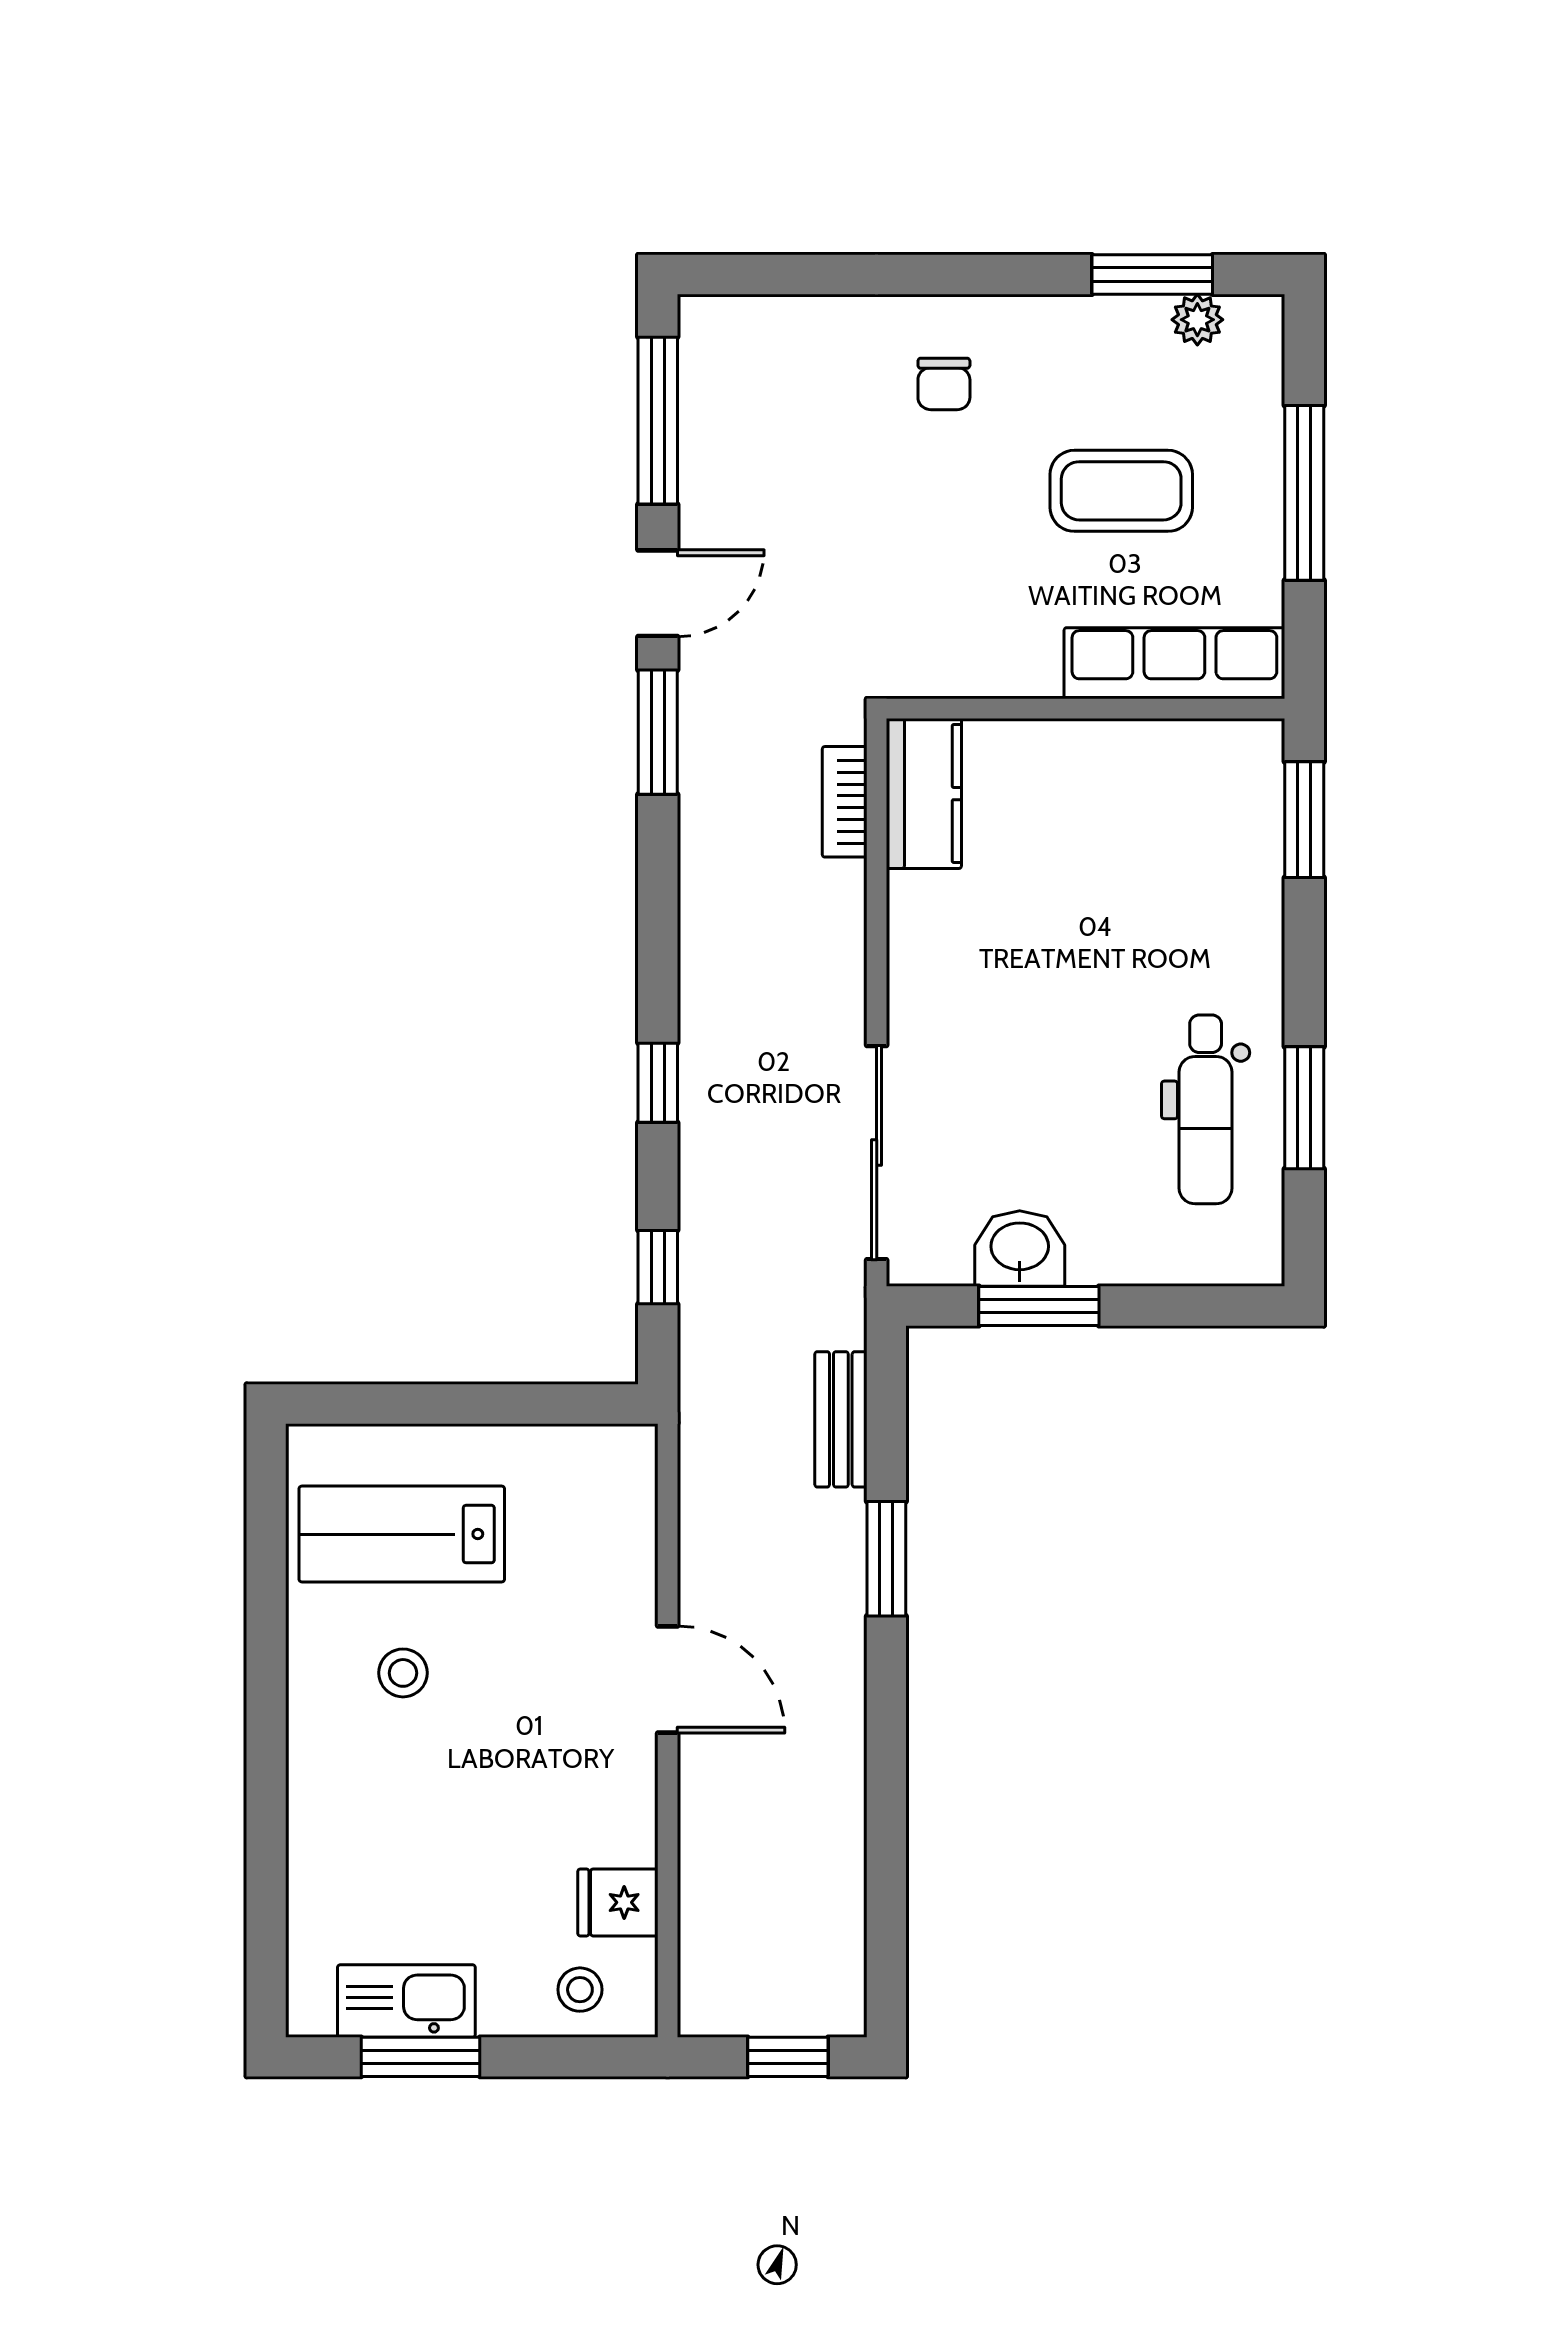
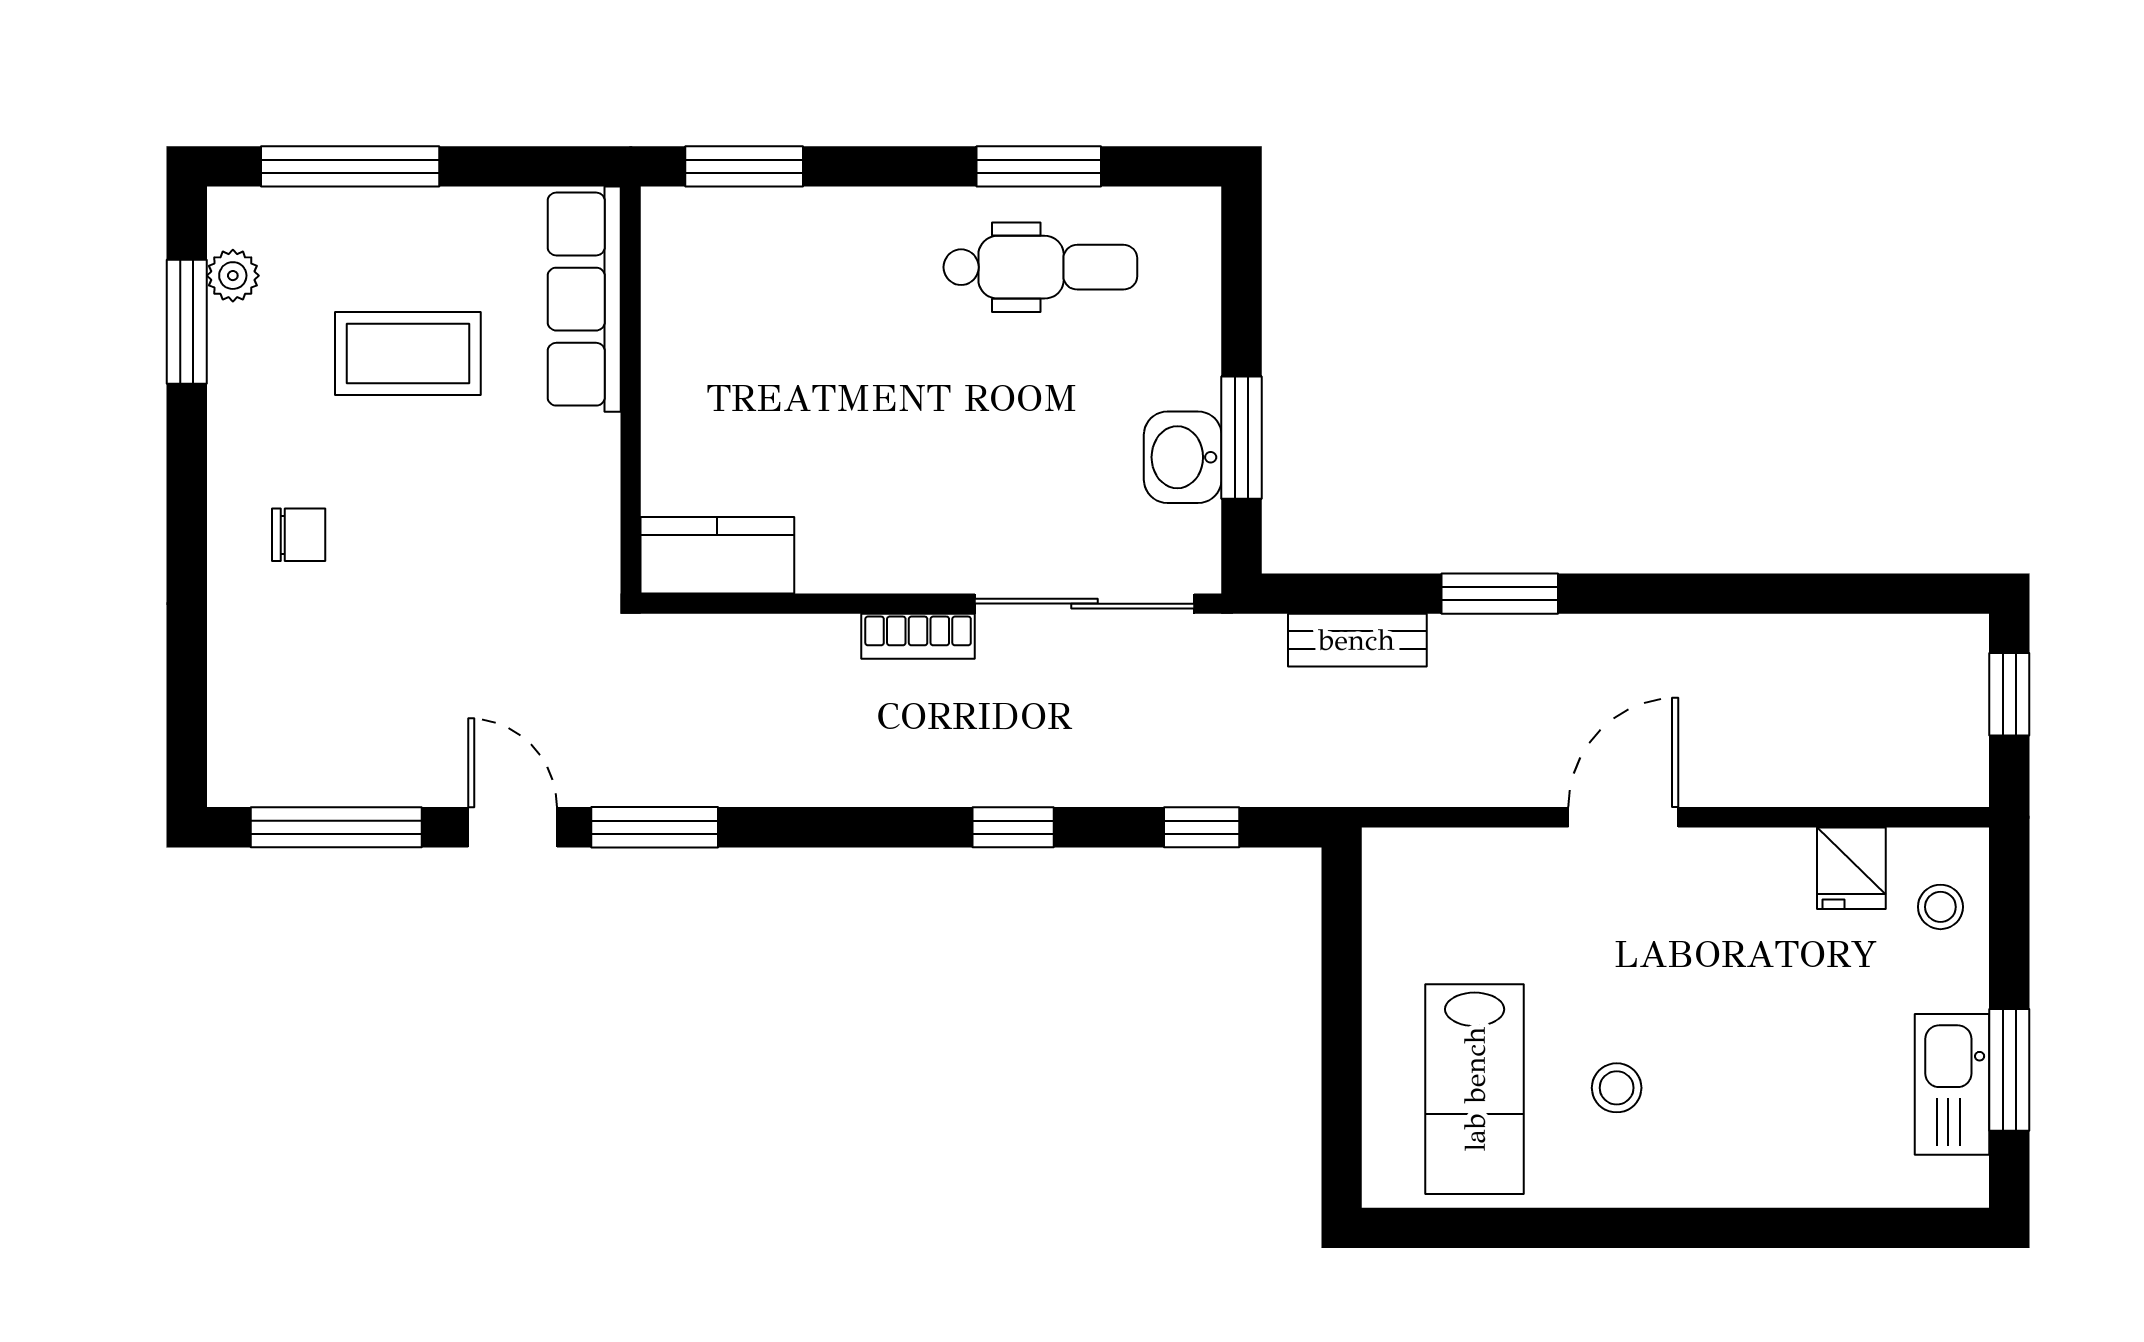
coffee table: (1121, 491) -> (408, 353), turned 90
window: (1304, 493) -> (350, 166), moved
bookcase: (845, 802) -> (918, 636), moved

